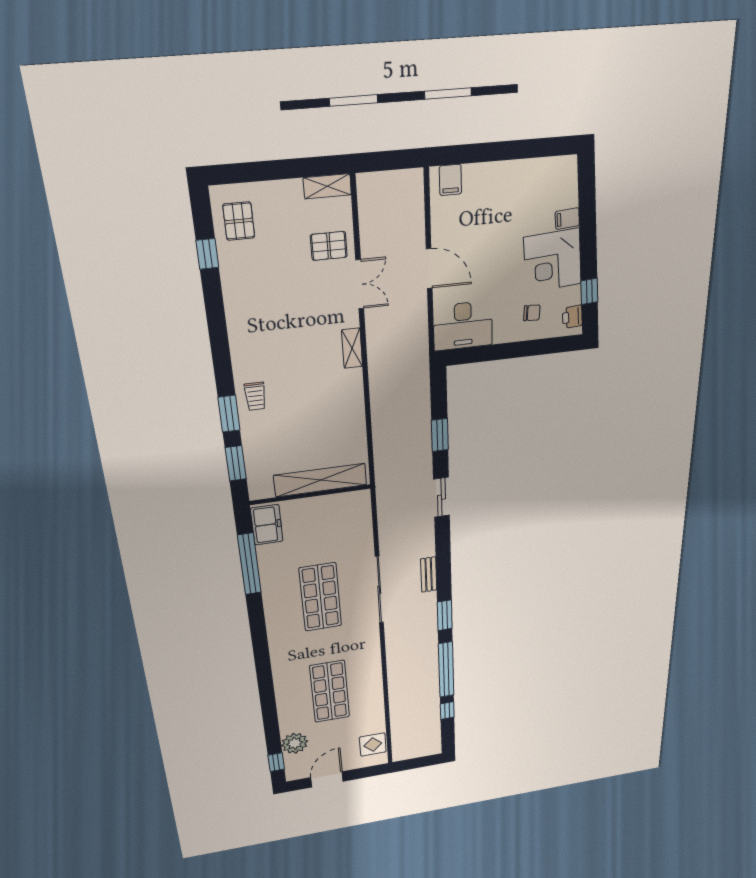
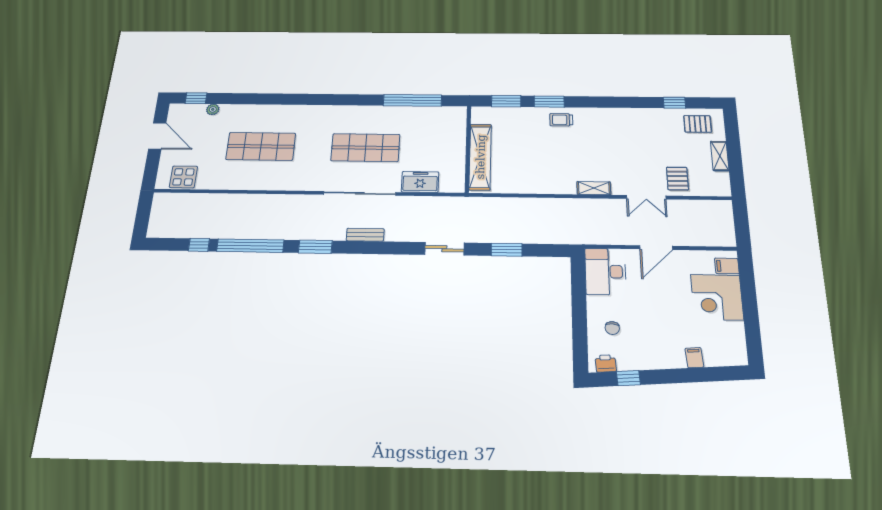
shelving: (327, 186) -> (720, 156), moved
corner desk: (553, 261) -> (717, 297), moved, turned -86
freezer: (267, 525) -> (420, 182), moved, turned 180
plant: (295, 743) -> (213, 109), width x0.53, depth x0.53

